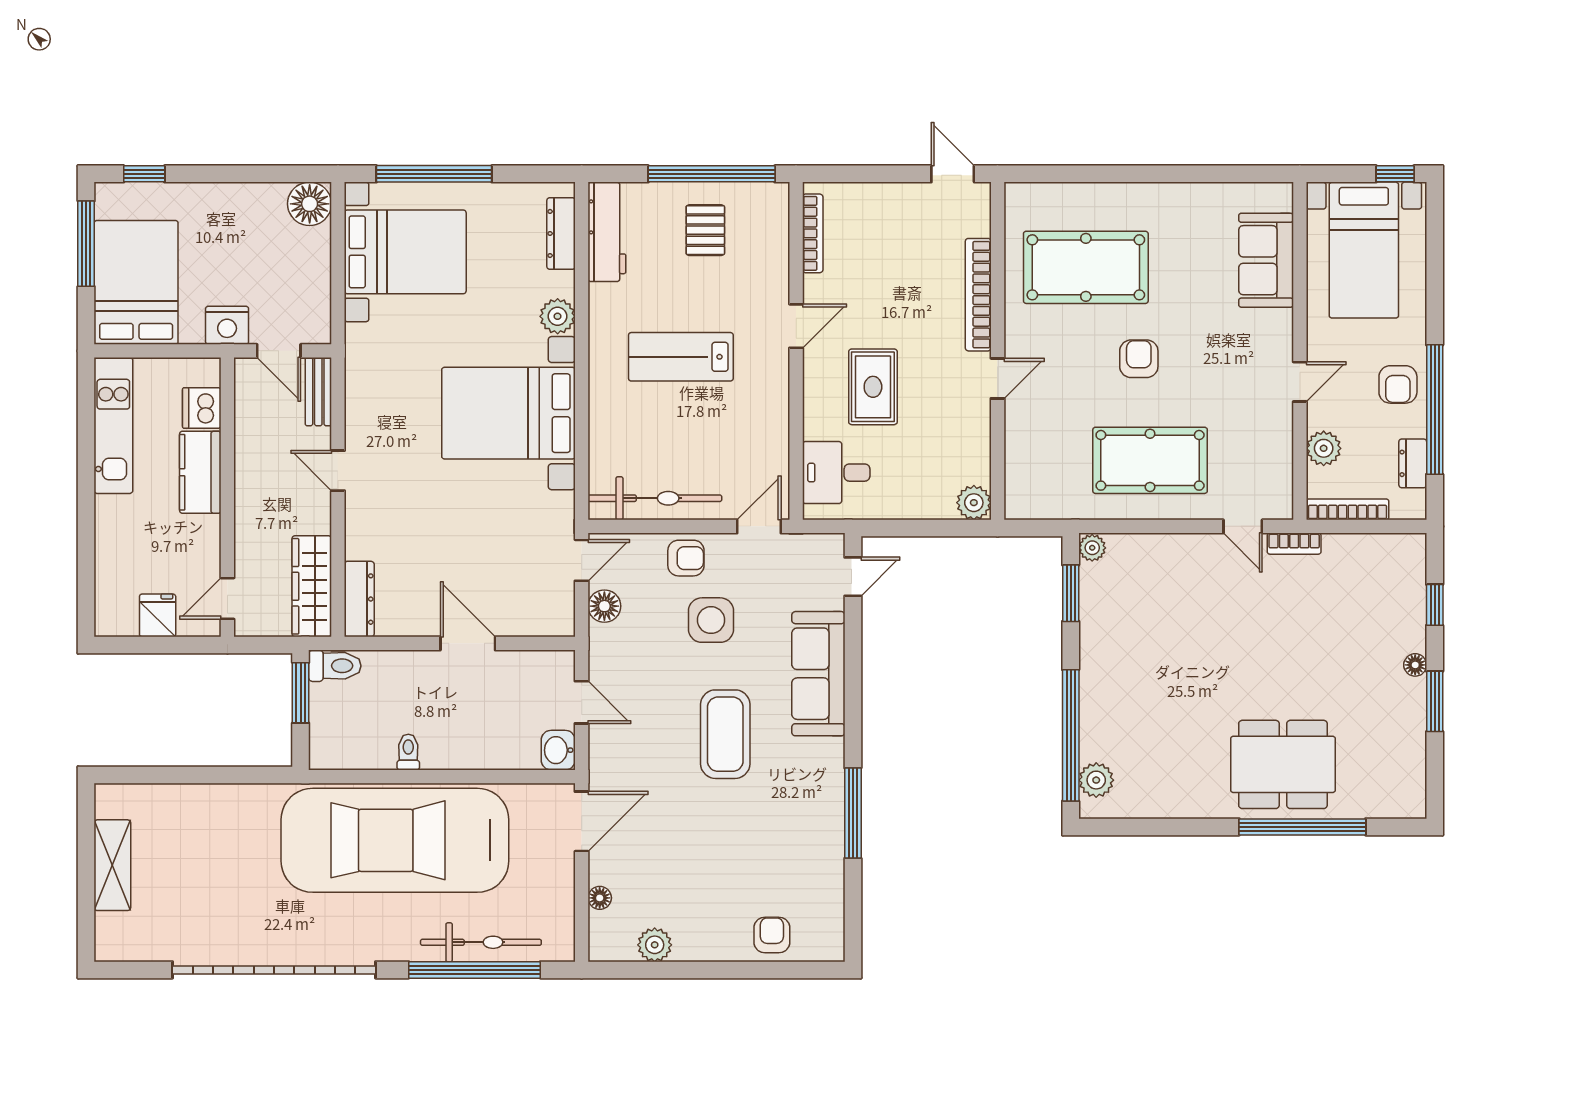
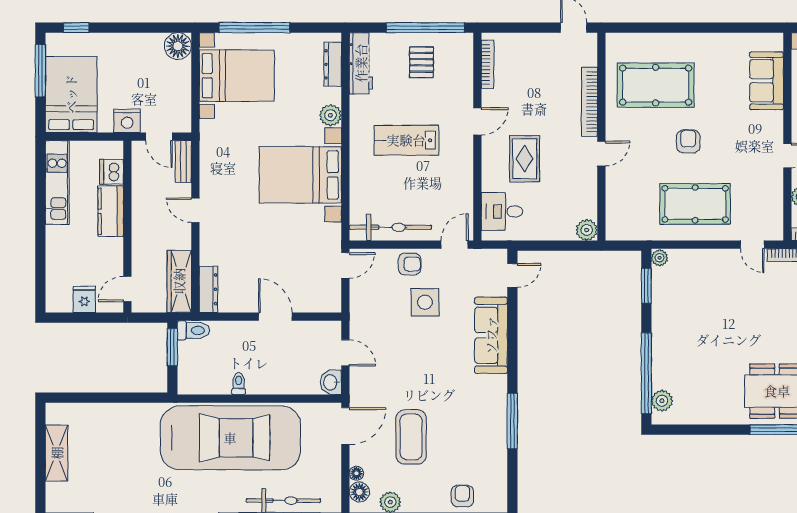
floor lamp: (604, 606) -> (359, 492), moved
coffee table: (725, 734) -> (411, 437), moved
car: (395, 840) -> (230, 438), turned 180

